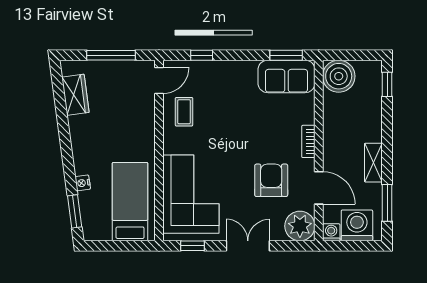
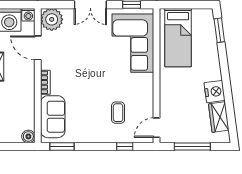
sofa: (286, 76) -> (53, 117), moved, turned 90
boiler: (339, 76) -> (28, 136), width x0.54, depth x0.54
coffee table: (184, 112) -> (118, 113), moved
armchair: (271, 180) -> (73, 53), removed
nightstand: (83, 183) -> (215, 92), moved, width x1.89, depth x1.79

